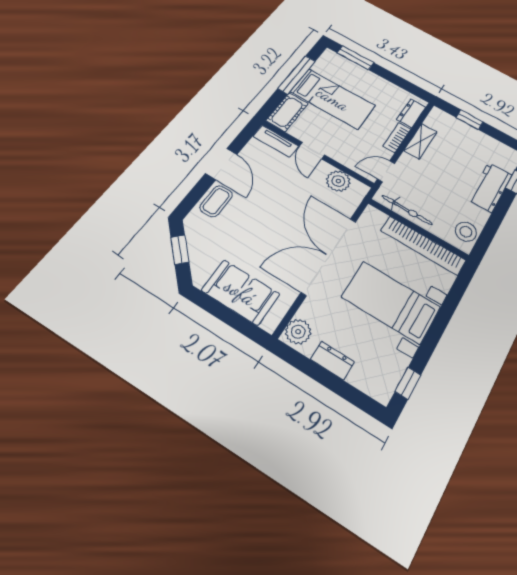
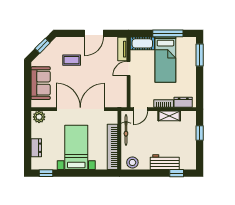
door: (386, 171) -> (141, 109), swing flipped
plant: (338, 181) -> (120, 90), removed
coffee table: (216, 201) -> (72, 60), moved
dresser: (332, 361) -> (36, 148), moved

